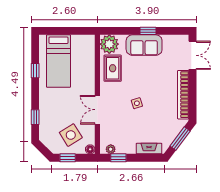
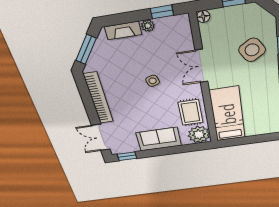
window: (148, 31) -> (127, 156), moved
bed: (58, 61) -> (227, 114), moved
double door: (97, 110) -> (201, 66), swing flipped
side table: (71, 135) -> (252, 50), moved
plant: (111, 149) -> (148, 26), moved

